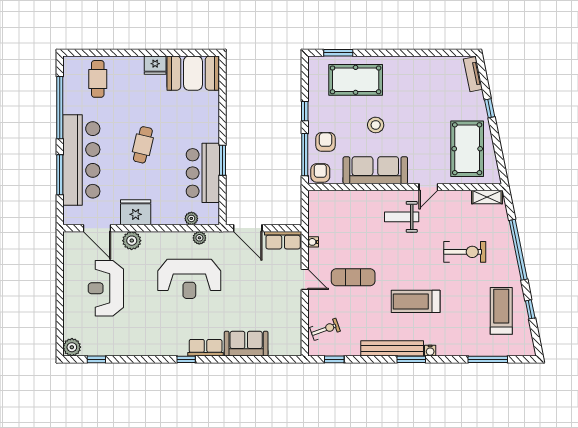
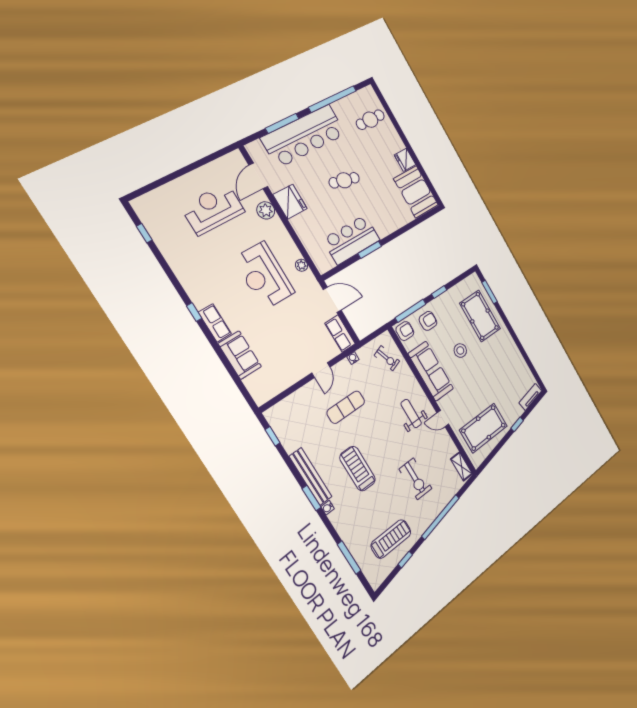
plant: (191, 218) -> (312, 250), removed
door: (248, 228) -> (332, 300), swing flipped
exercise mat: (353, 277) -> (346, 407), turned 90
exercise bike: (325, 329) -> (387, 358), moved
plant: (72, 347) -> (142, 205), removed

